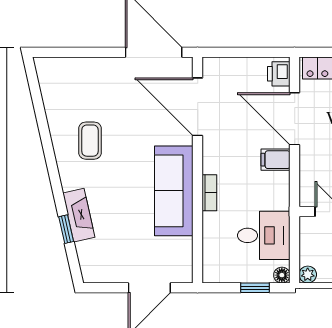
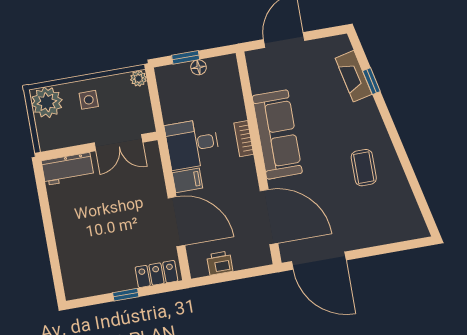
printer: (279, 74) -> (220, 263), moved, turned -90
fireplace: (79, 215) -> (354, 76), moved
desk: (264, 235) -> (192, 144), moved
floor lamp: (282, 275) -> (199, 67), moved

